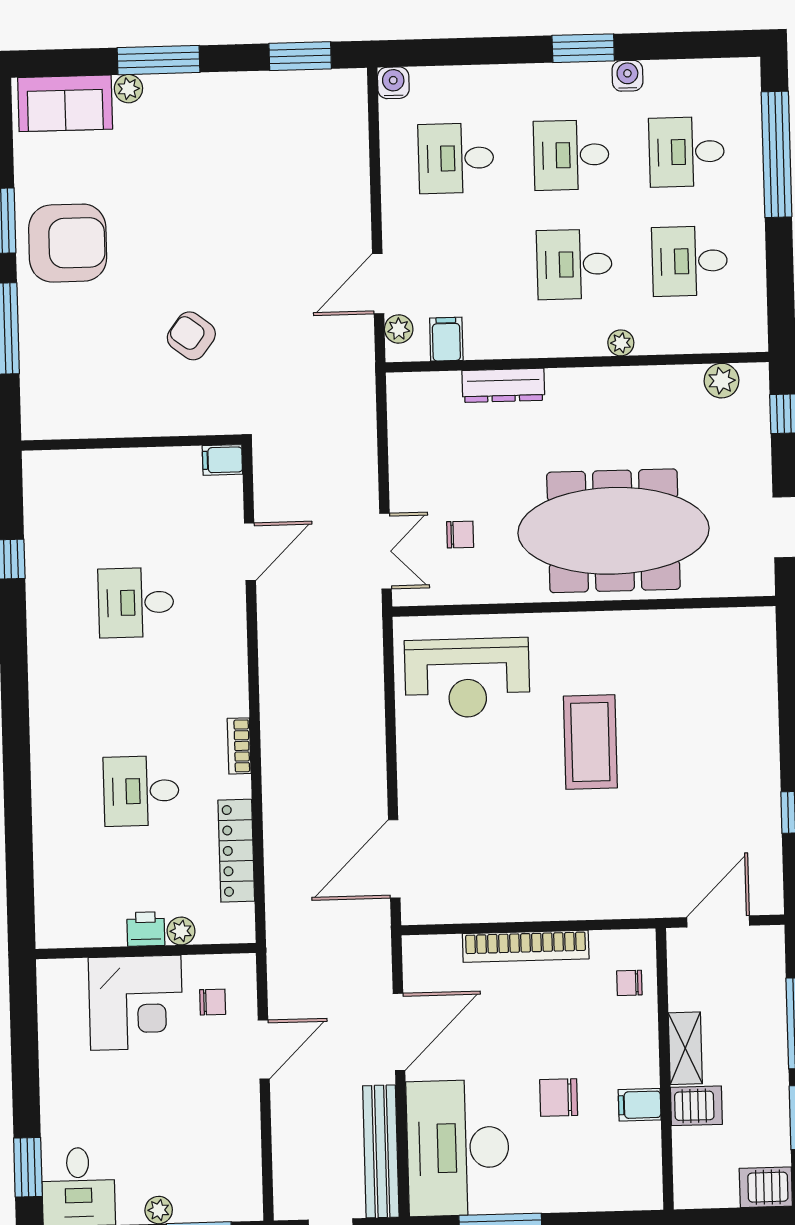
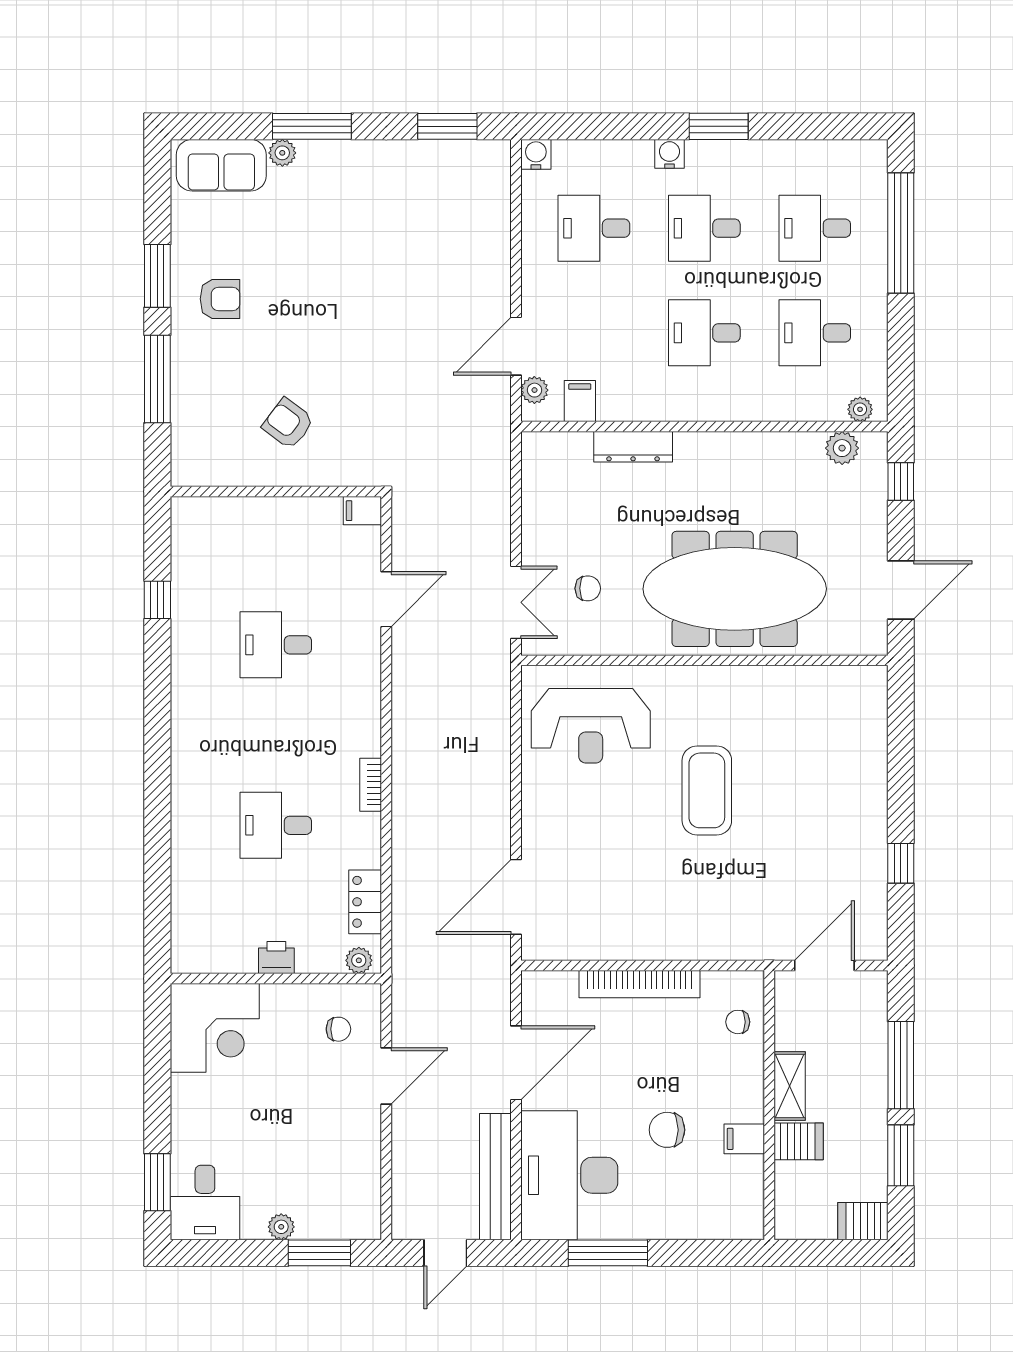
water cooler: (627, 76) -> (669, 154), moved
armchair: (68, 243) -> (220, 299), width x0.53, depth x0.53
armchair: (191, 336) -> (288, 424), moved
plant: (621, 343) -> (860, 409), moved
locker: (236, 851) -> (365, 902), width x0.66
plant: (181, 931) -> (359, 960), moved
corner desk: (136, 1003) -> (215, 1028), moved

